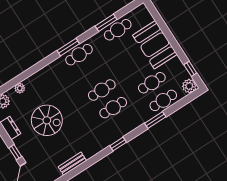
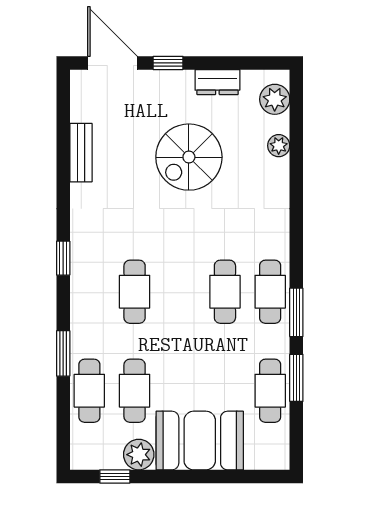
window: (68, 47) -> (296, 312), moved
plant: (189, 86) -> (139, 455), moved
cafe table: (102, 90) -> (225, 292), moved

